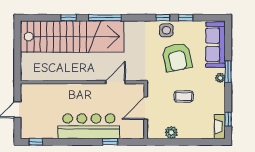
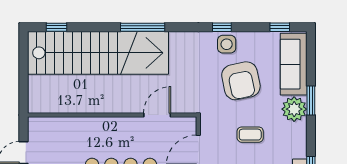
window: (69, 18) -> (56, 27), moved
window: (186, 18) -> (280, 27), moved
plant: (220, 78) -> (294, 109), width x1.87, depth x1.87

